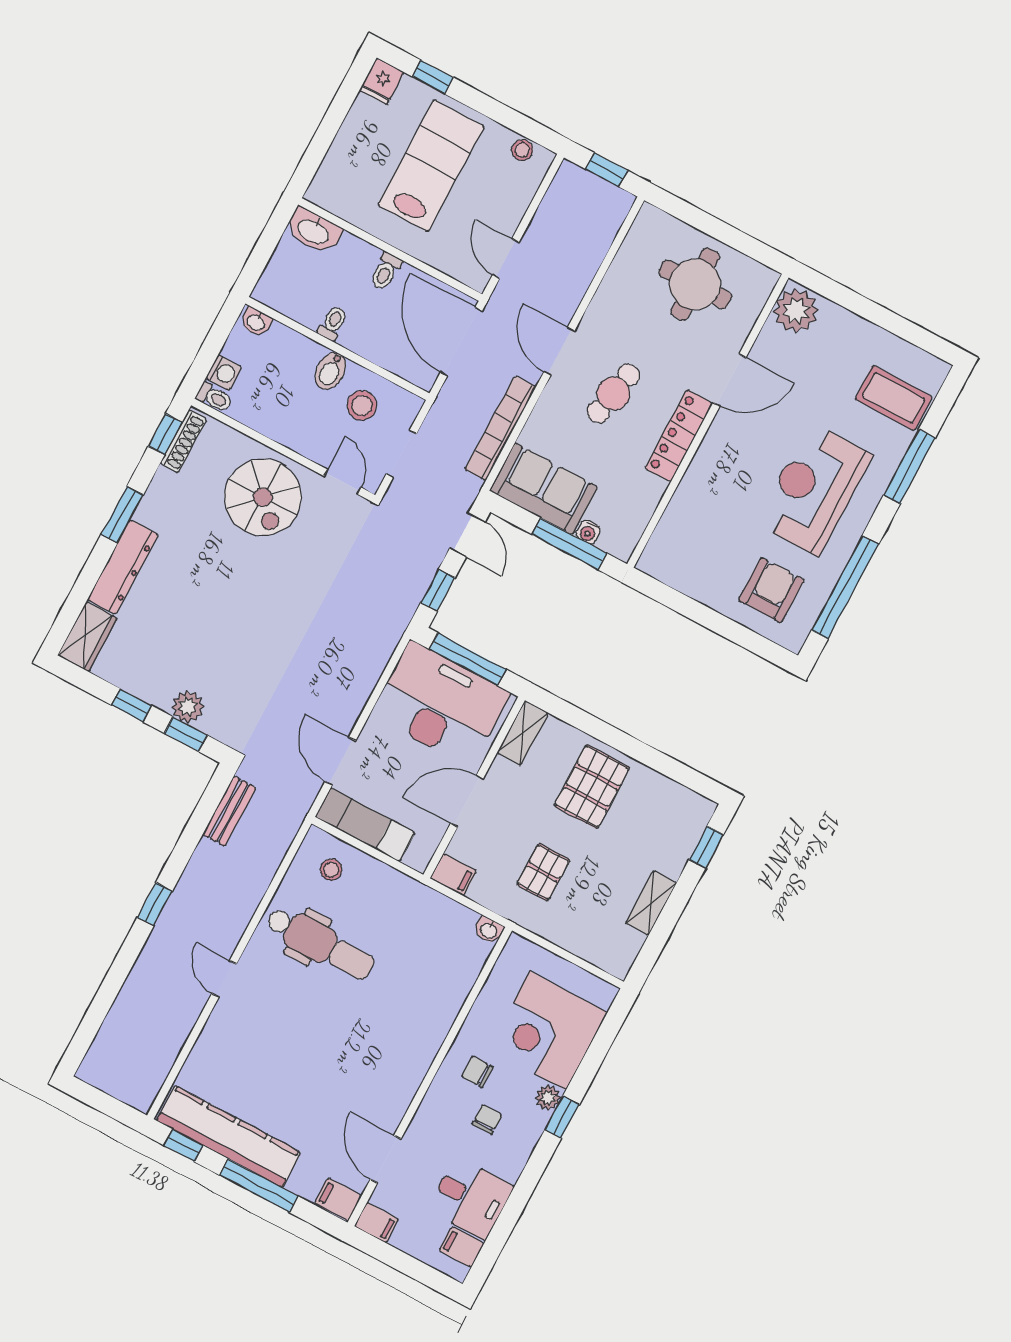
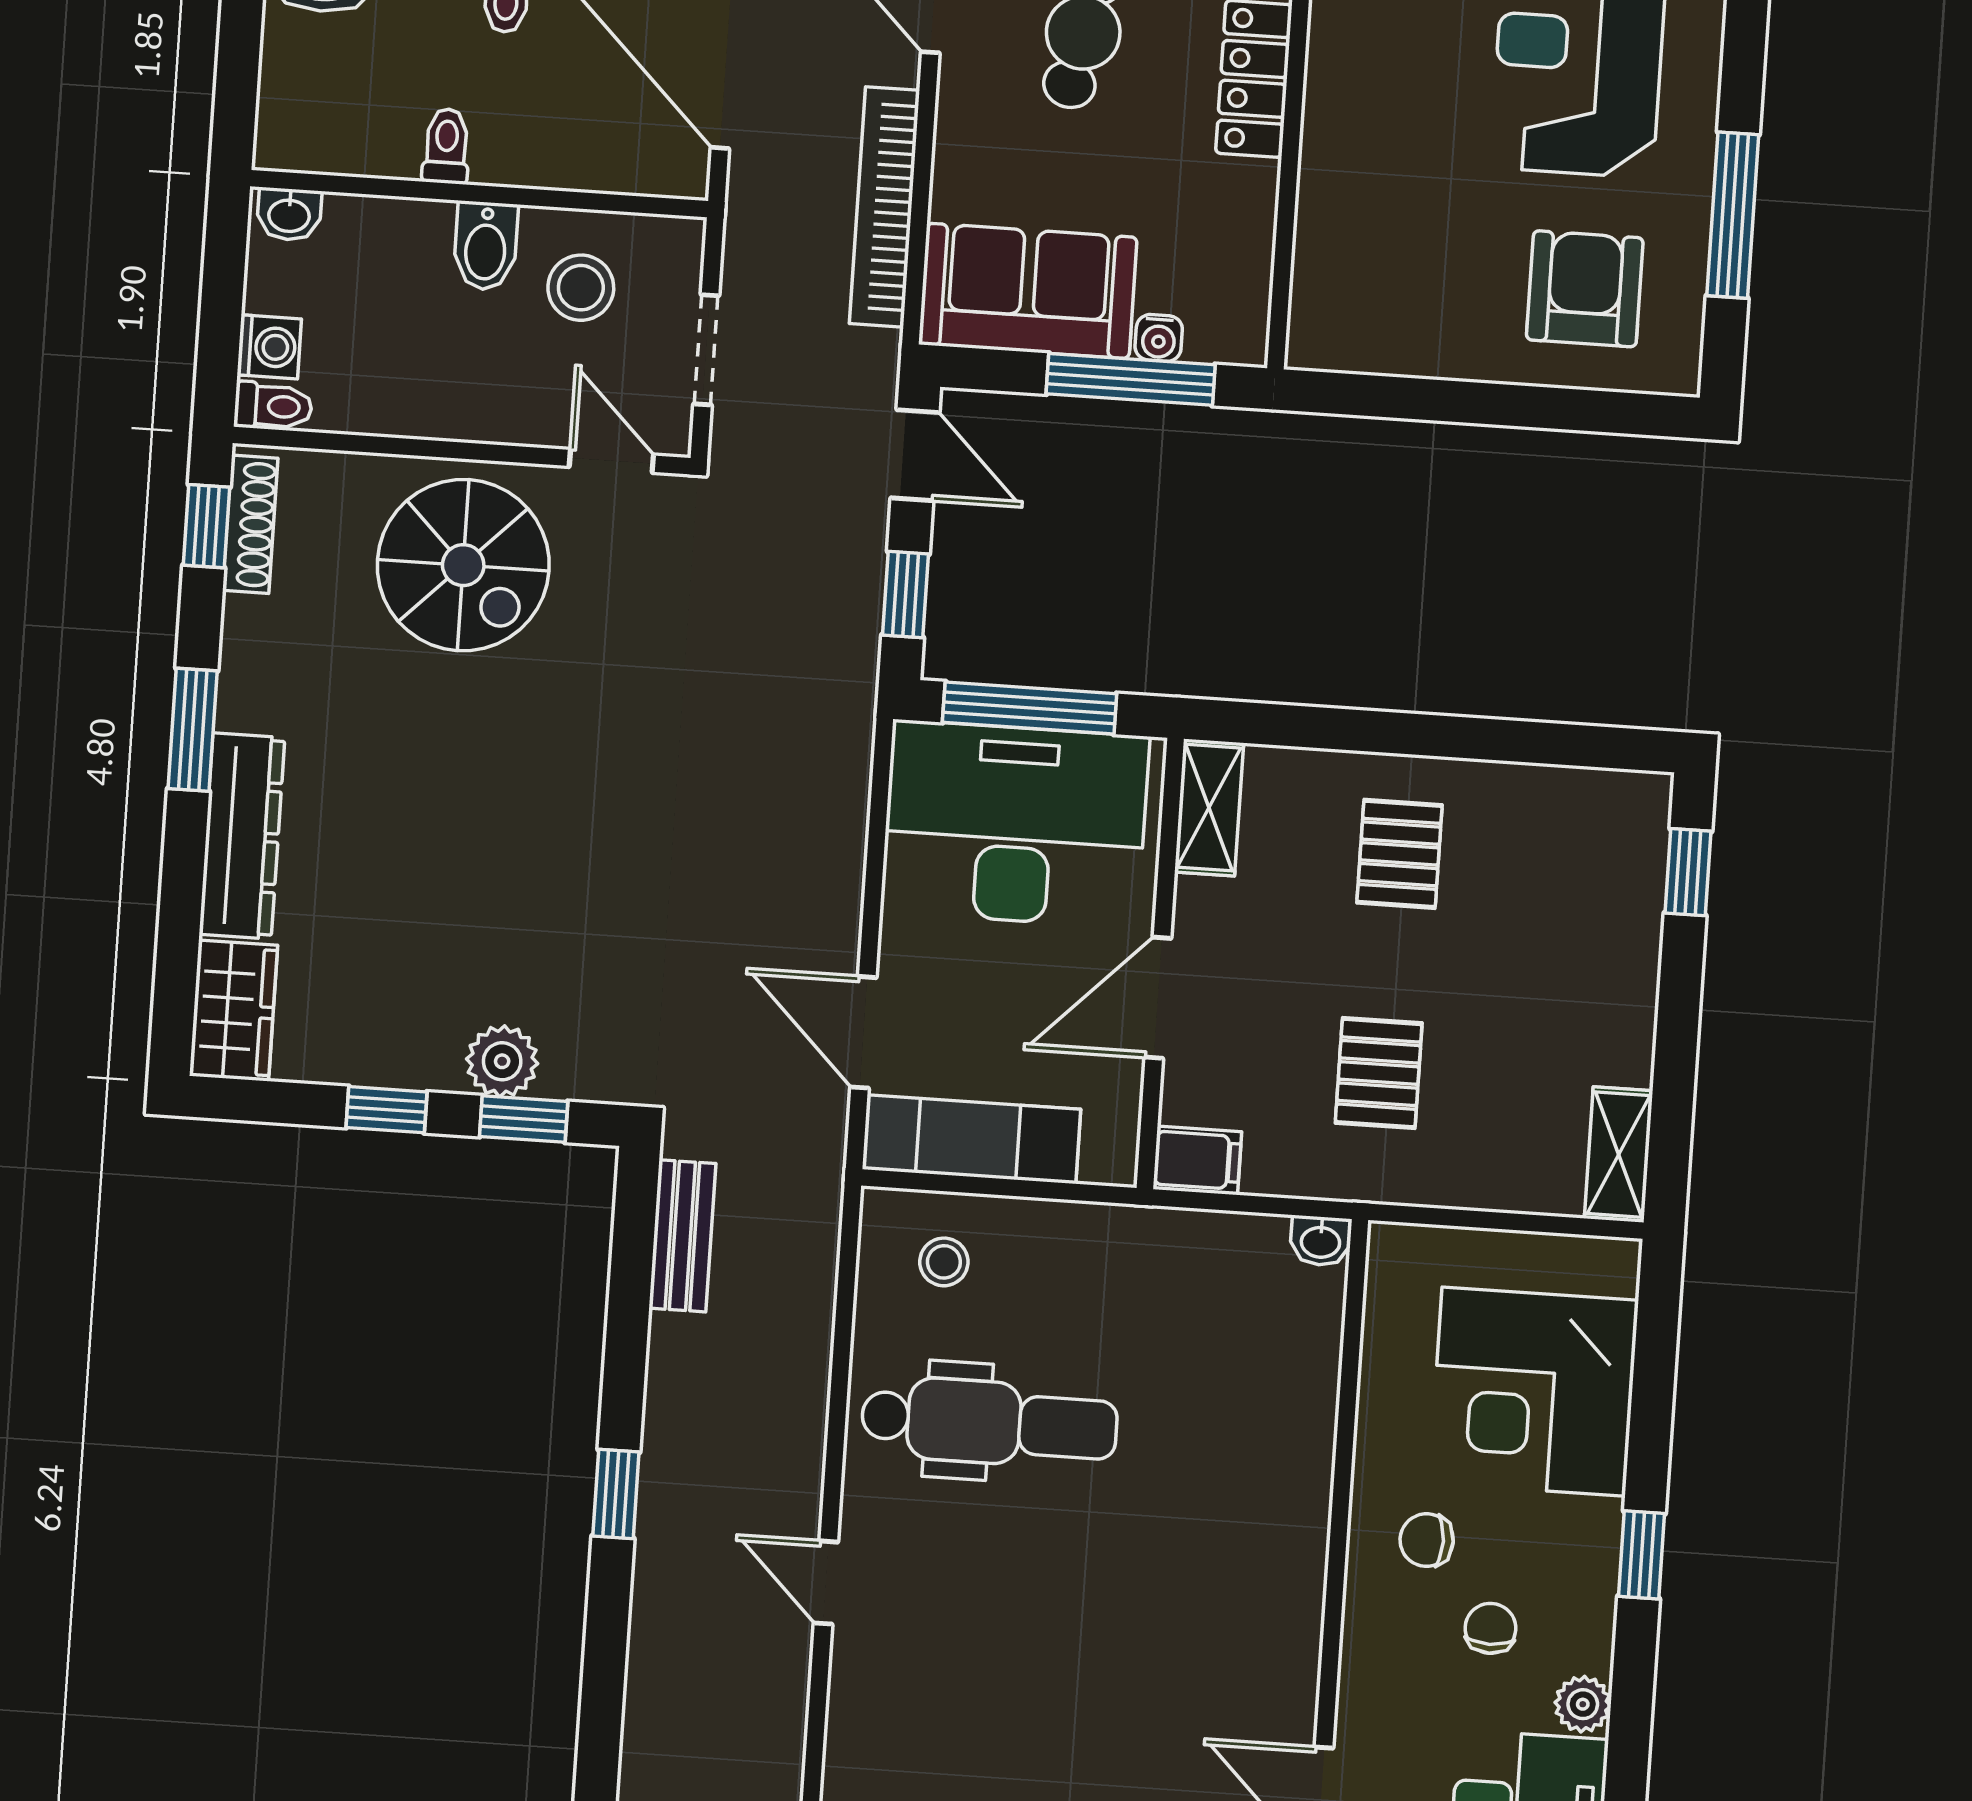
window: (845, 587) -> (1733, 215), width x0.68
pallet: (592, 787) -> (1400, 854), width x0.67, depth x0.71
shelving: (651, 903) -> (1619, 1155), moved
plant: (548, 1098) -> (1583, 1704), moved

